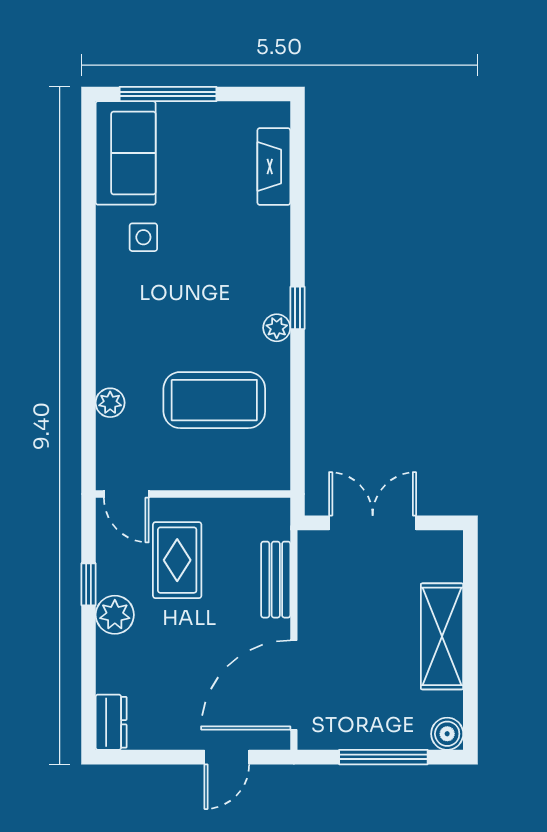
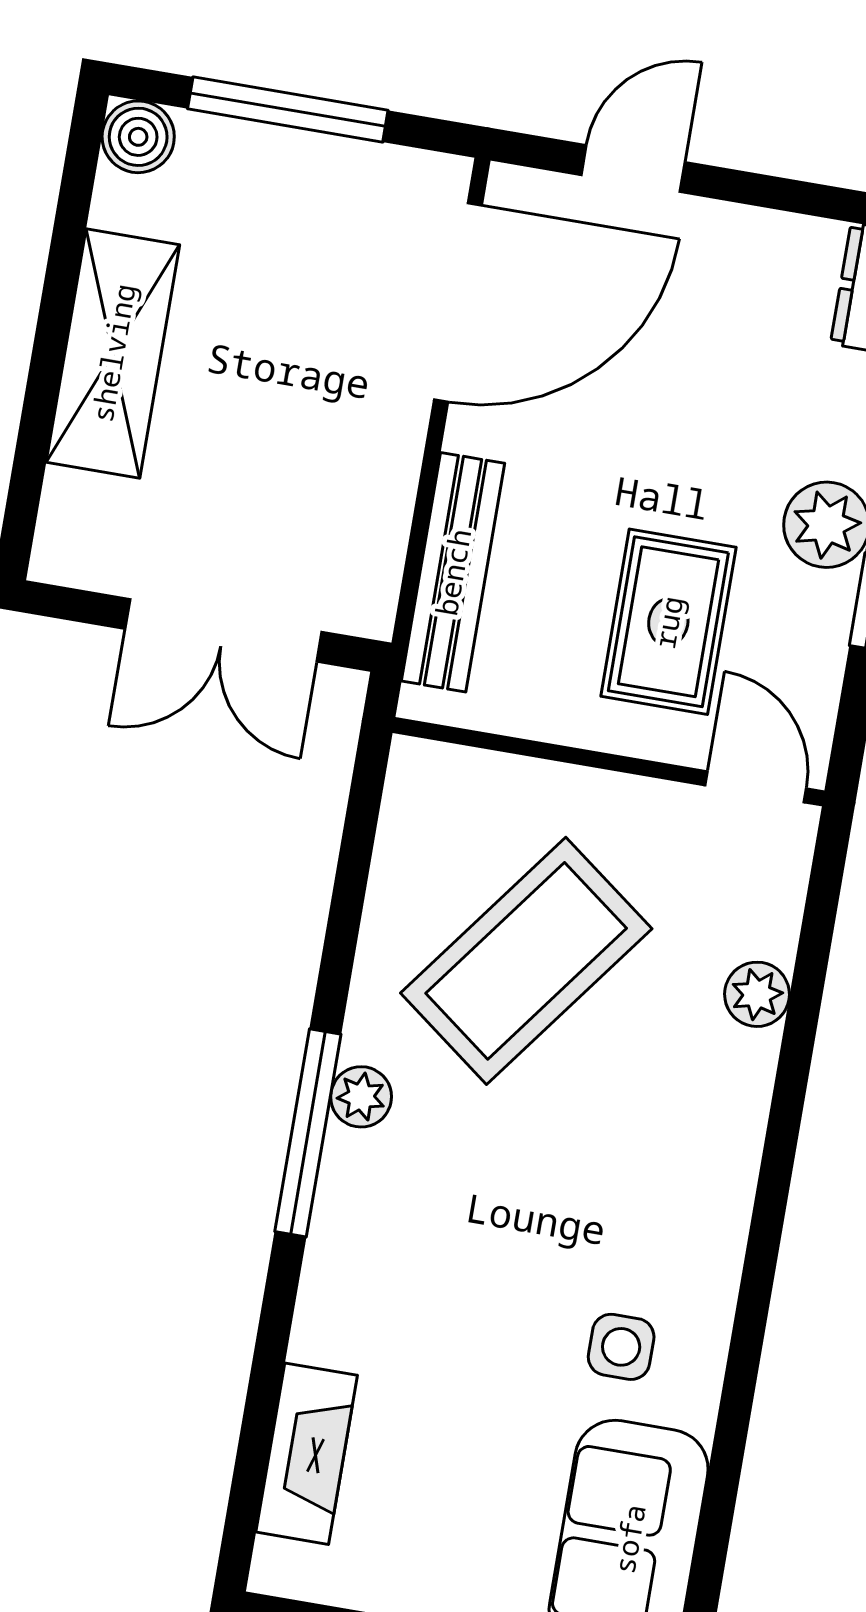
window: (297, 308) -> (308, 1133), width x2.17
coffee table: (214, 400) -> (526, 961), turned -53
bench: (276, 580) -> (453, 572), width x1.36

